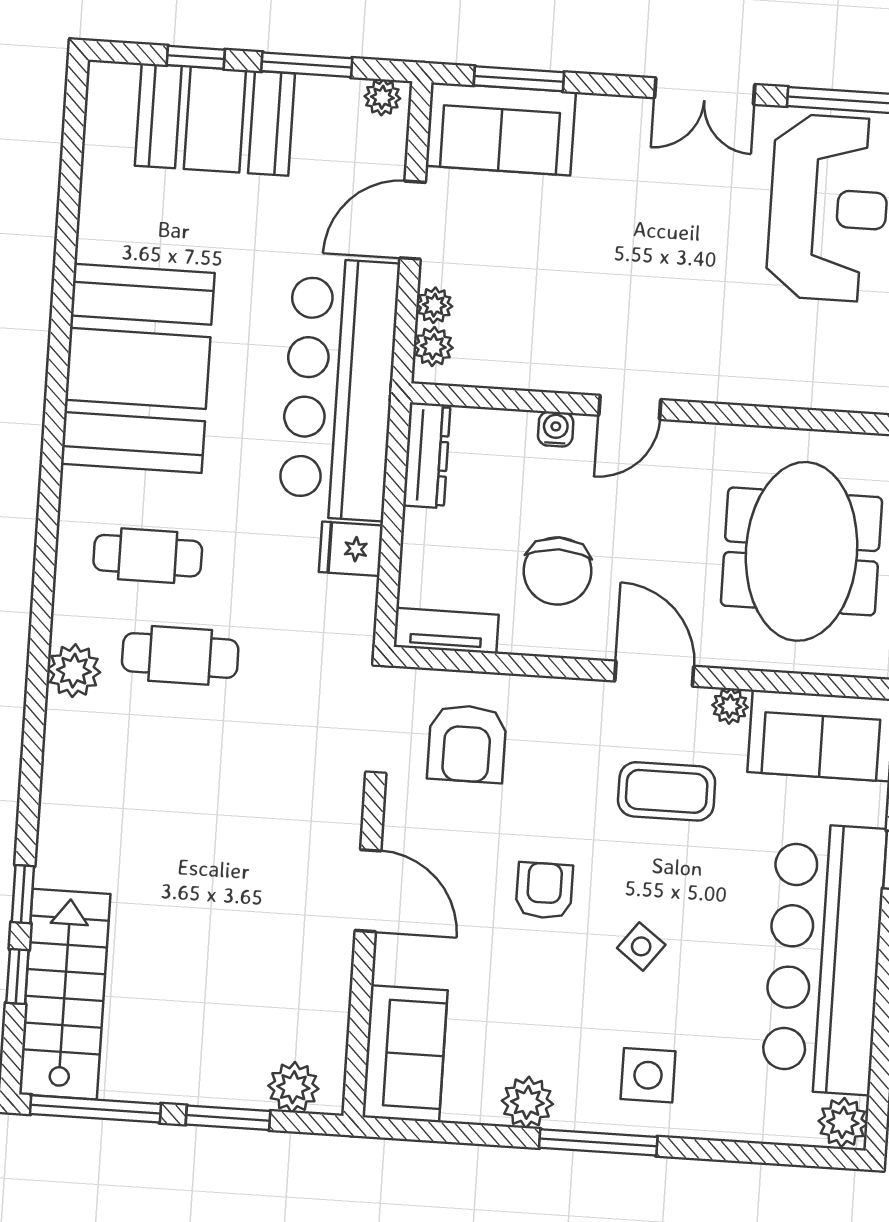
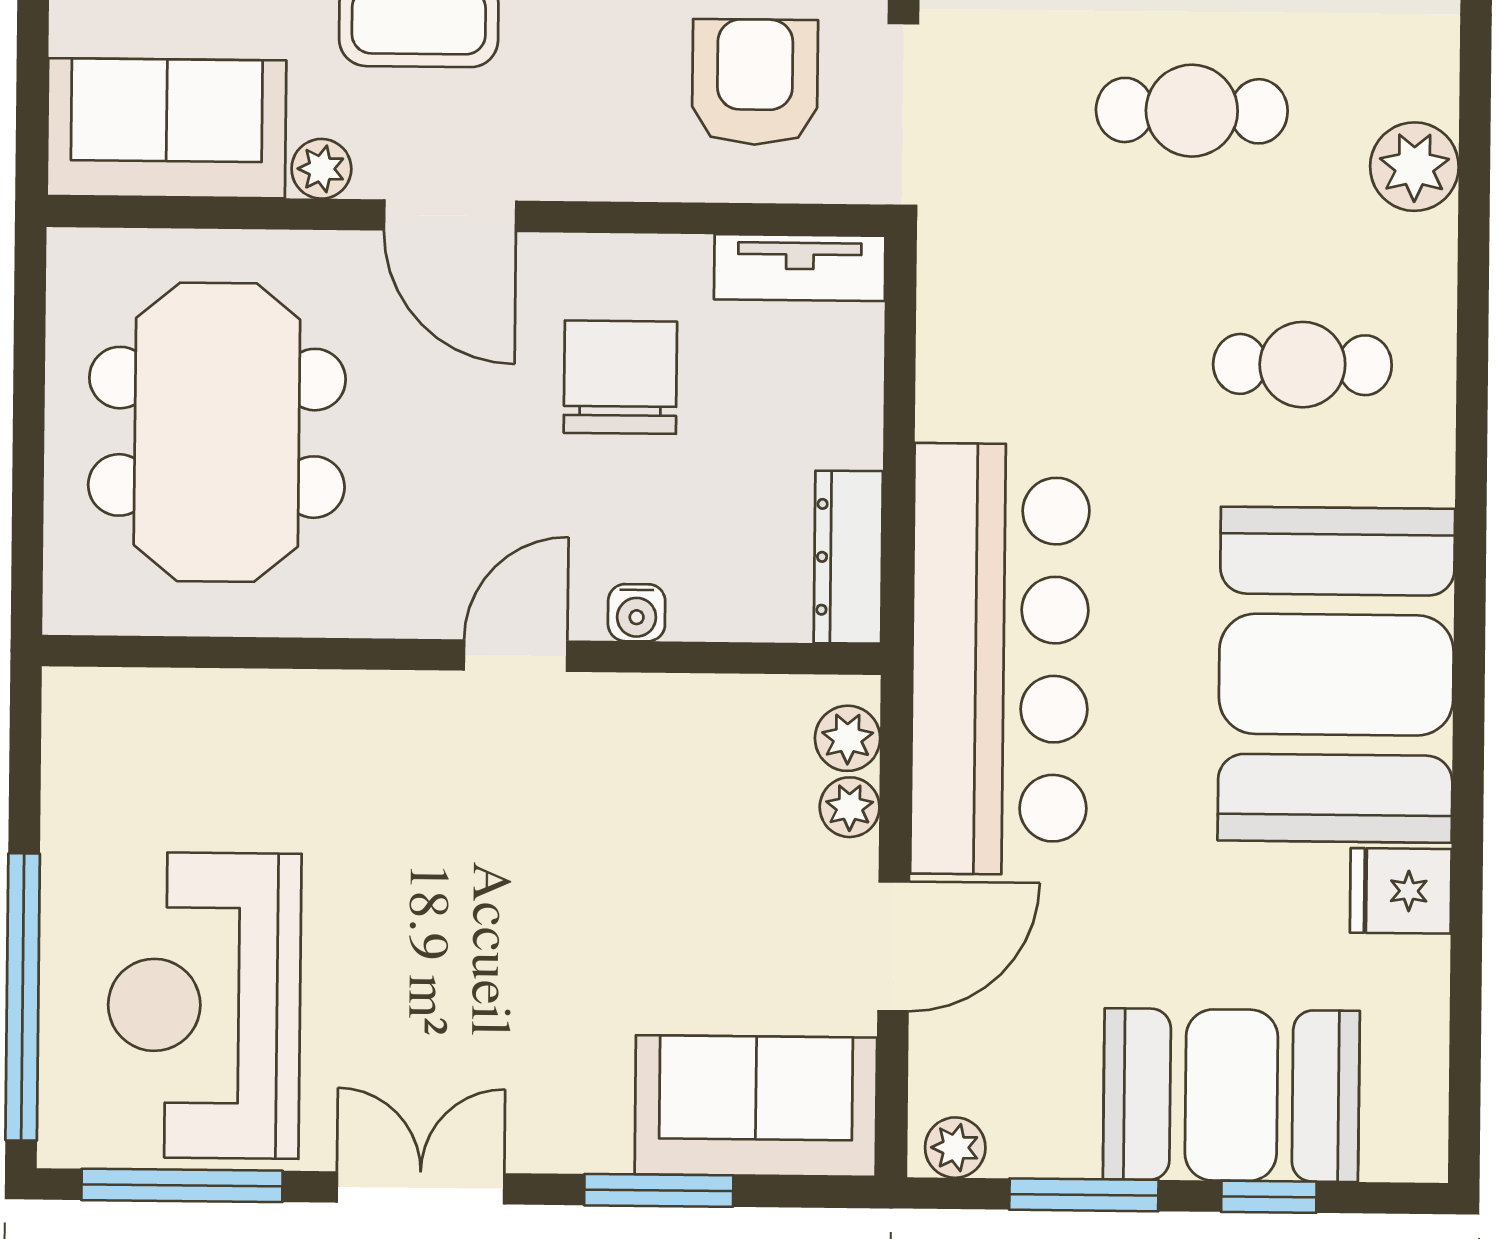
window: (519, 79) -> (659, 1190), moved
fridge: (351, 549) -> (1401, 891), moved, turned 180
cafe table: (180, 655) -> (1192, 111), moved

